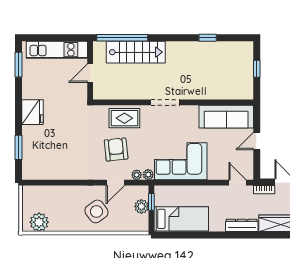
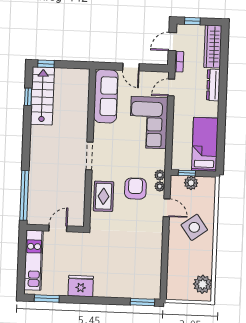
window: (208, 38) -> (28, 97), moved
stairs: (136, 52) -> (42, 96), moved
window: (257, 69) -> (46, 64), moved
door: (90, 73) -> (58, 228), swing flipped
fridge: (33, 112) -> (81, 286), moved
window: (19, 147) -> (142, 302), moved
armchair: (116, 149) -> (135, 189), moved, turned 96
corner sofa: (181, 161) -> (149, 123), moved

